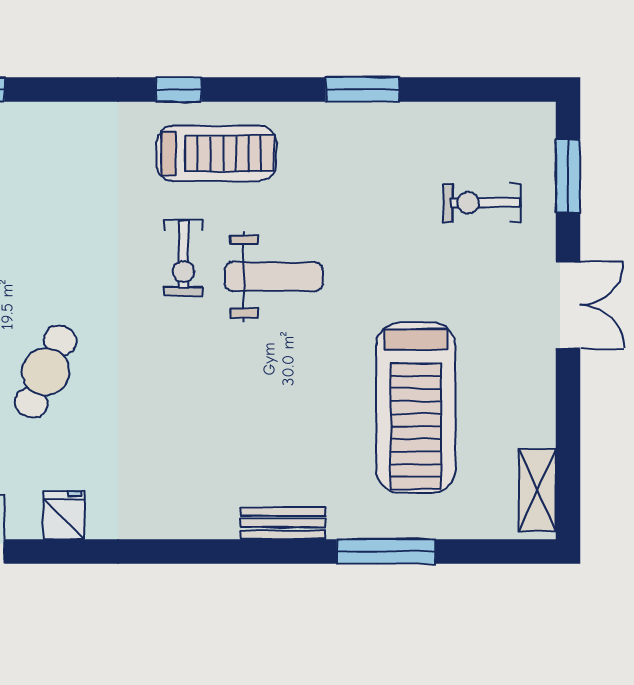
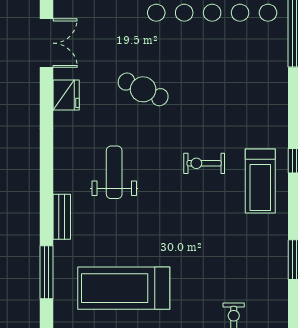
weight bench: (274, 276) -> (114, 172), moved, turned 180
fridge: (64, 515) -> (66, 95), width x1.38

